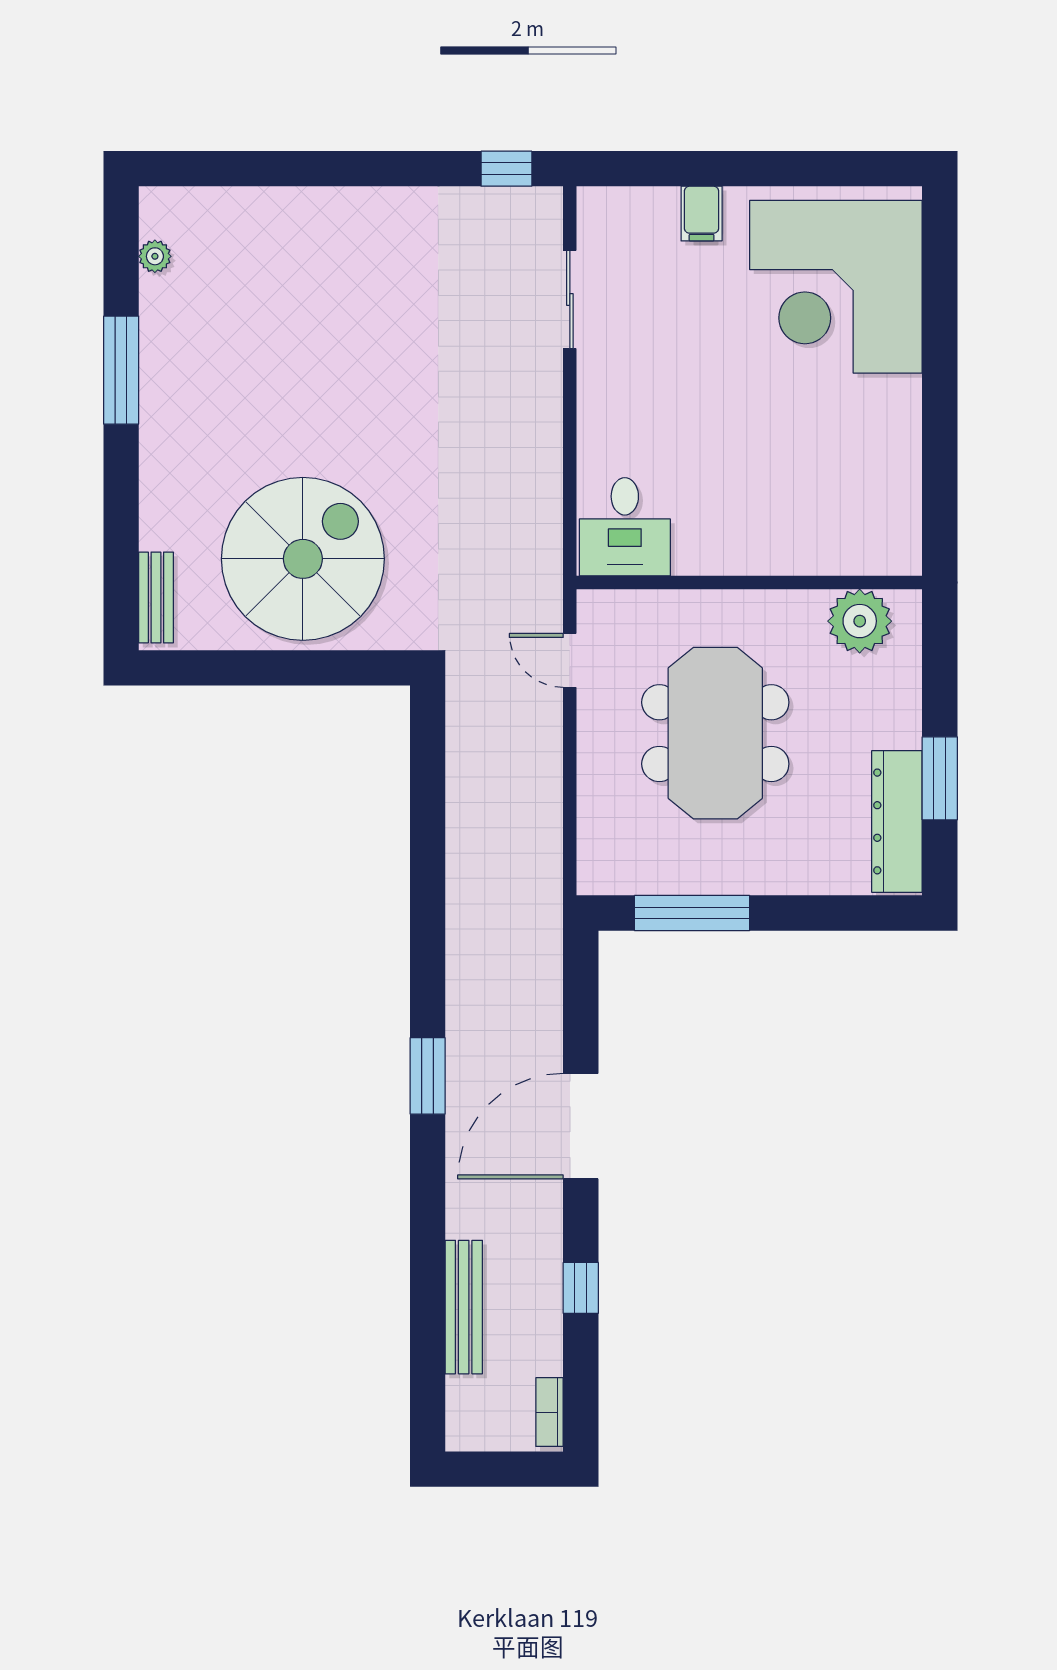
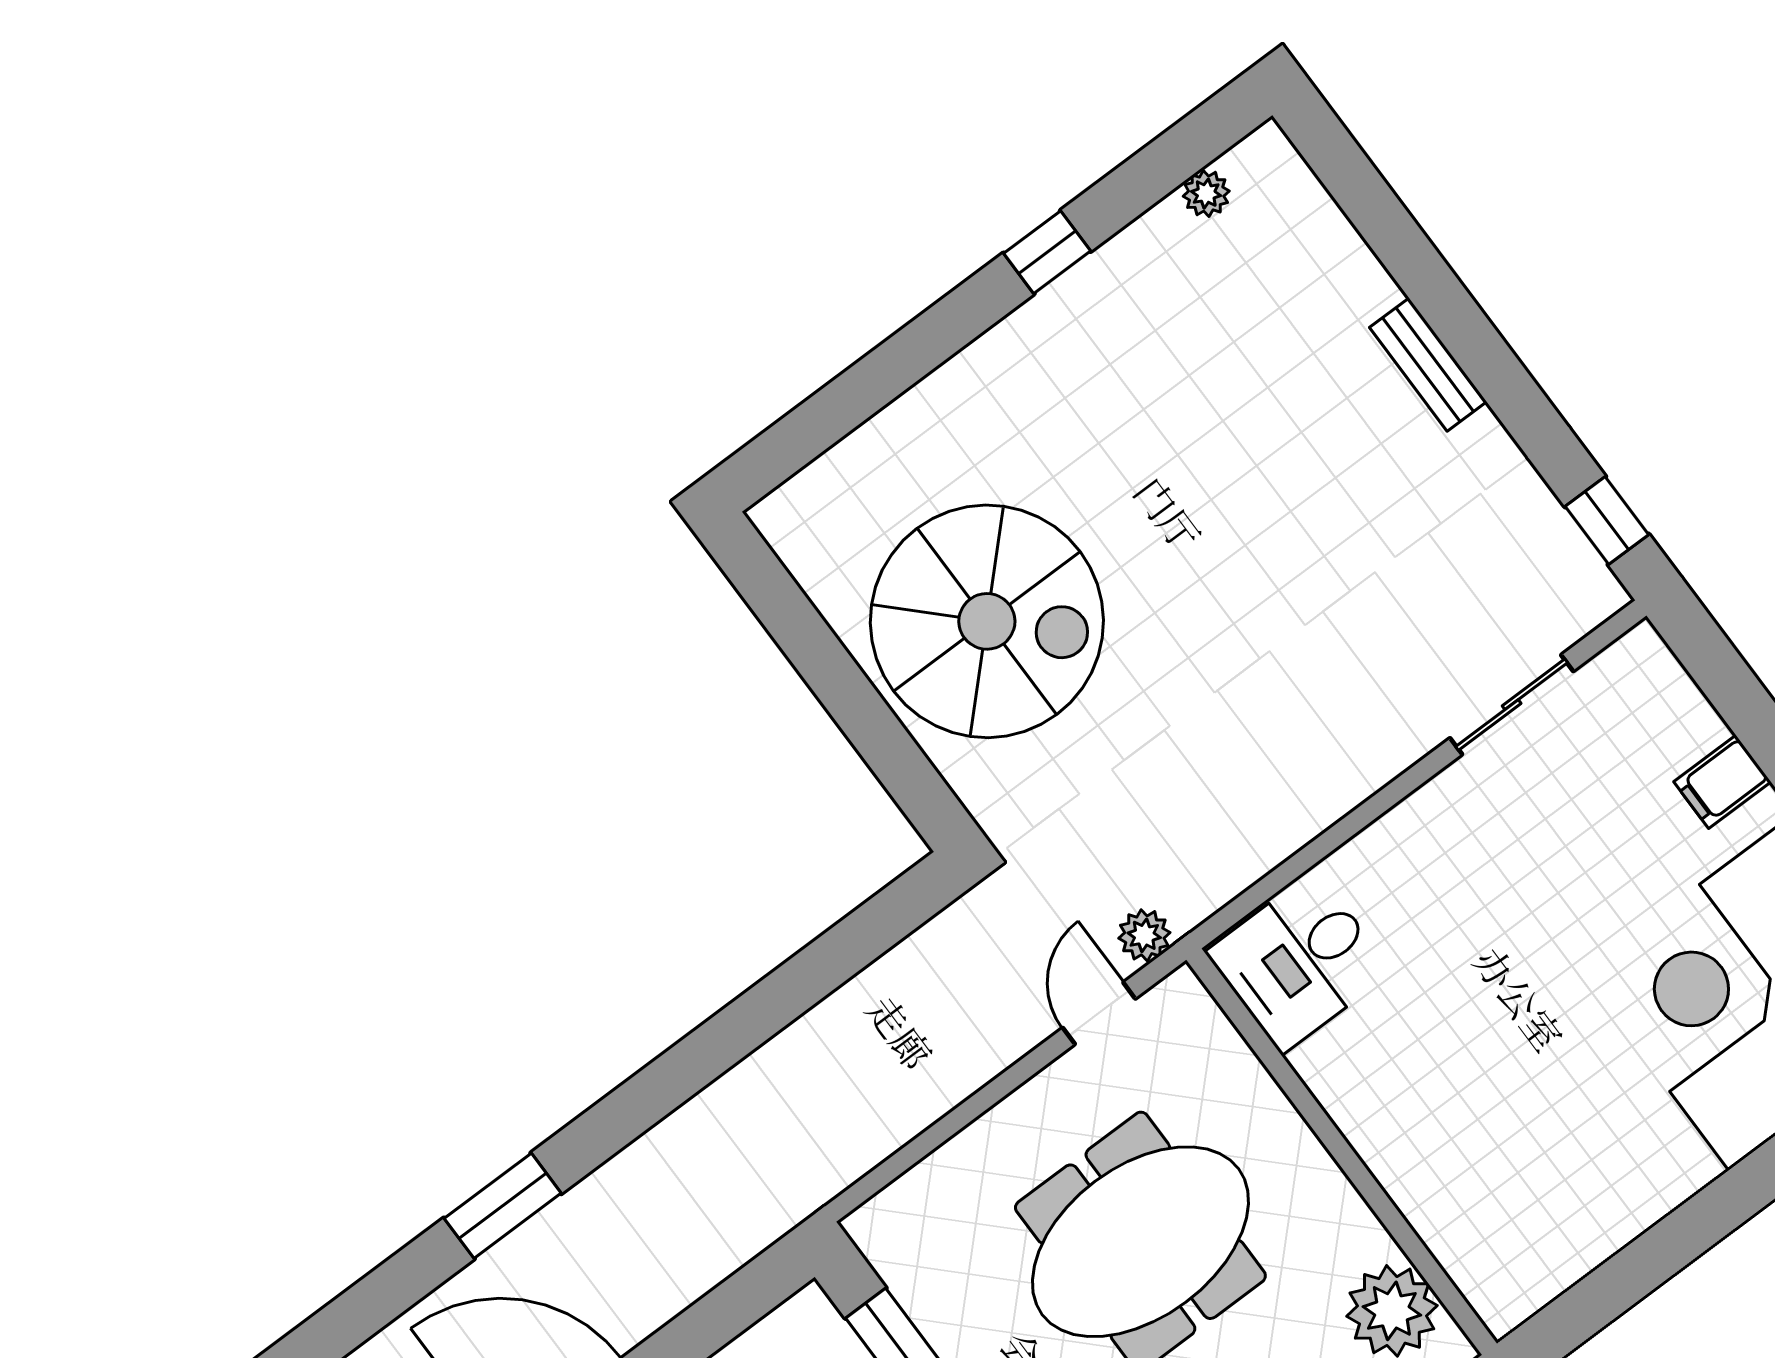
window: (121, 370) -> (1047, 252), width x0.46
bench: (156, 598) -> (1428, 365), moved, turned 90
plant: (545, 602) -> (1144, 935), added

